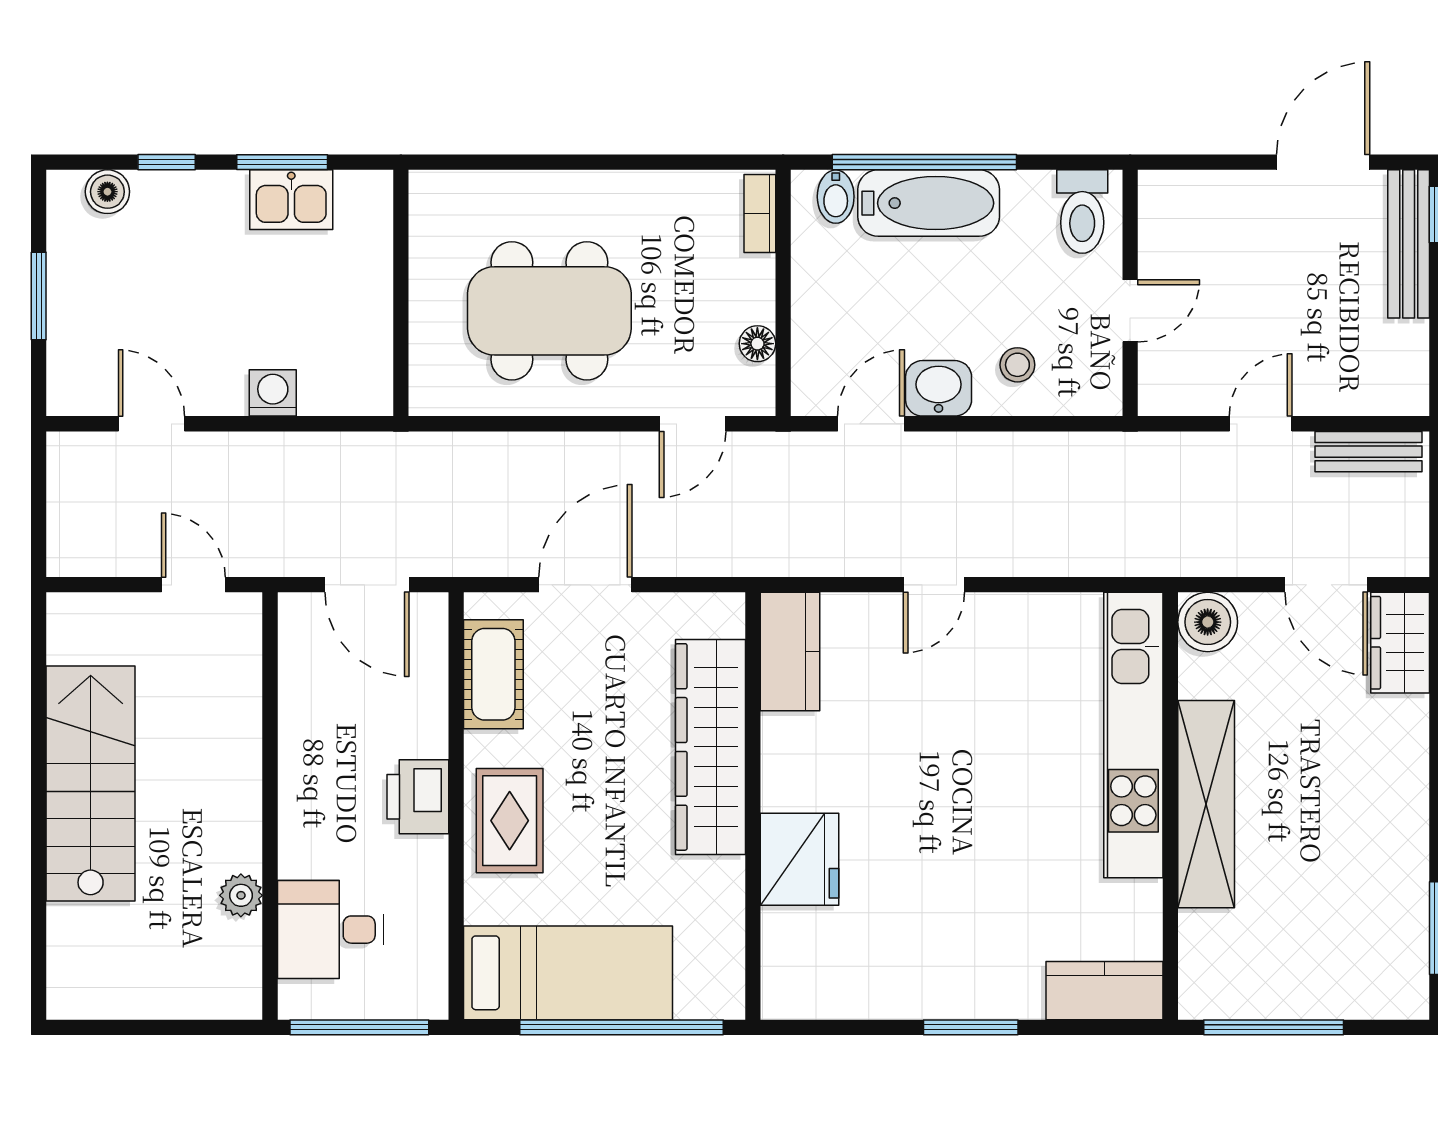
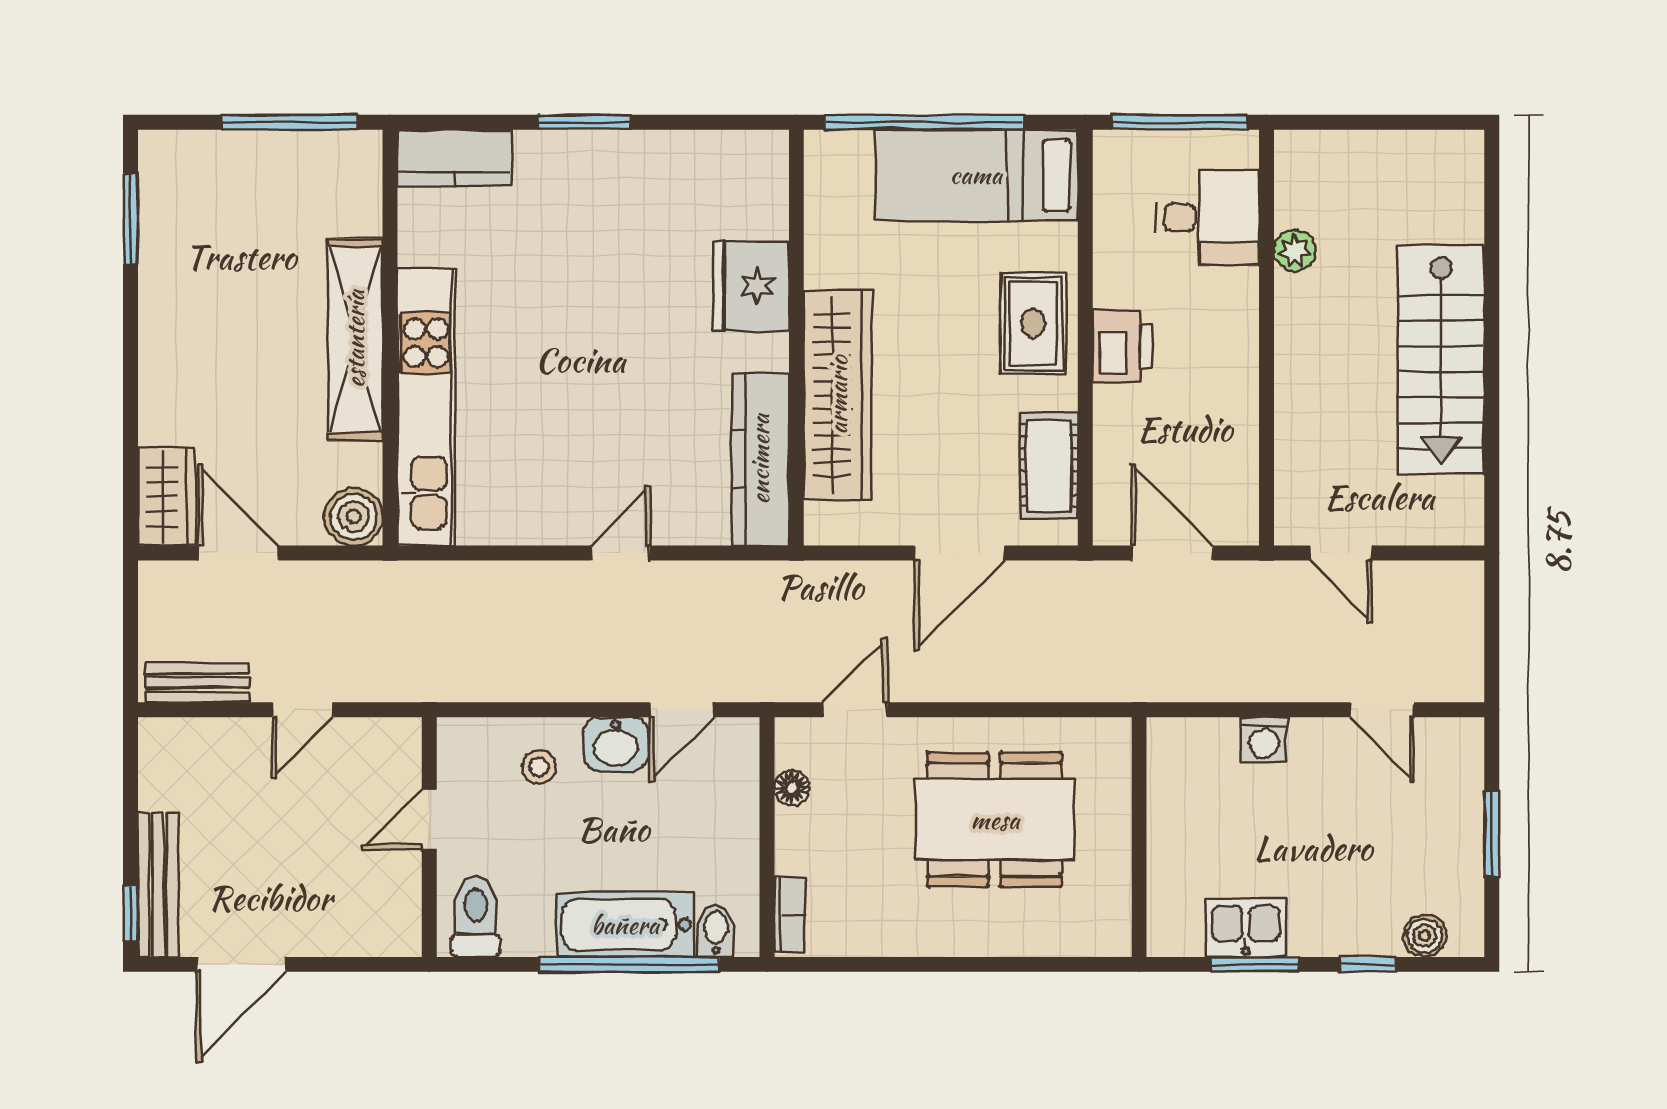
kitchen counter: (790, 652) -> (760, 459), width x1.50

